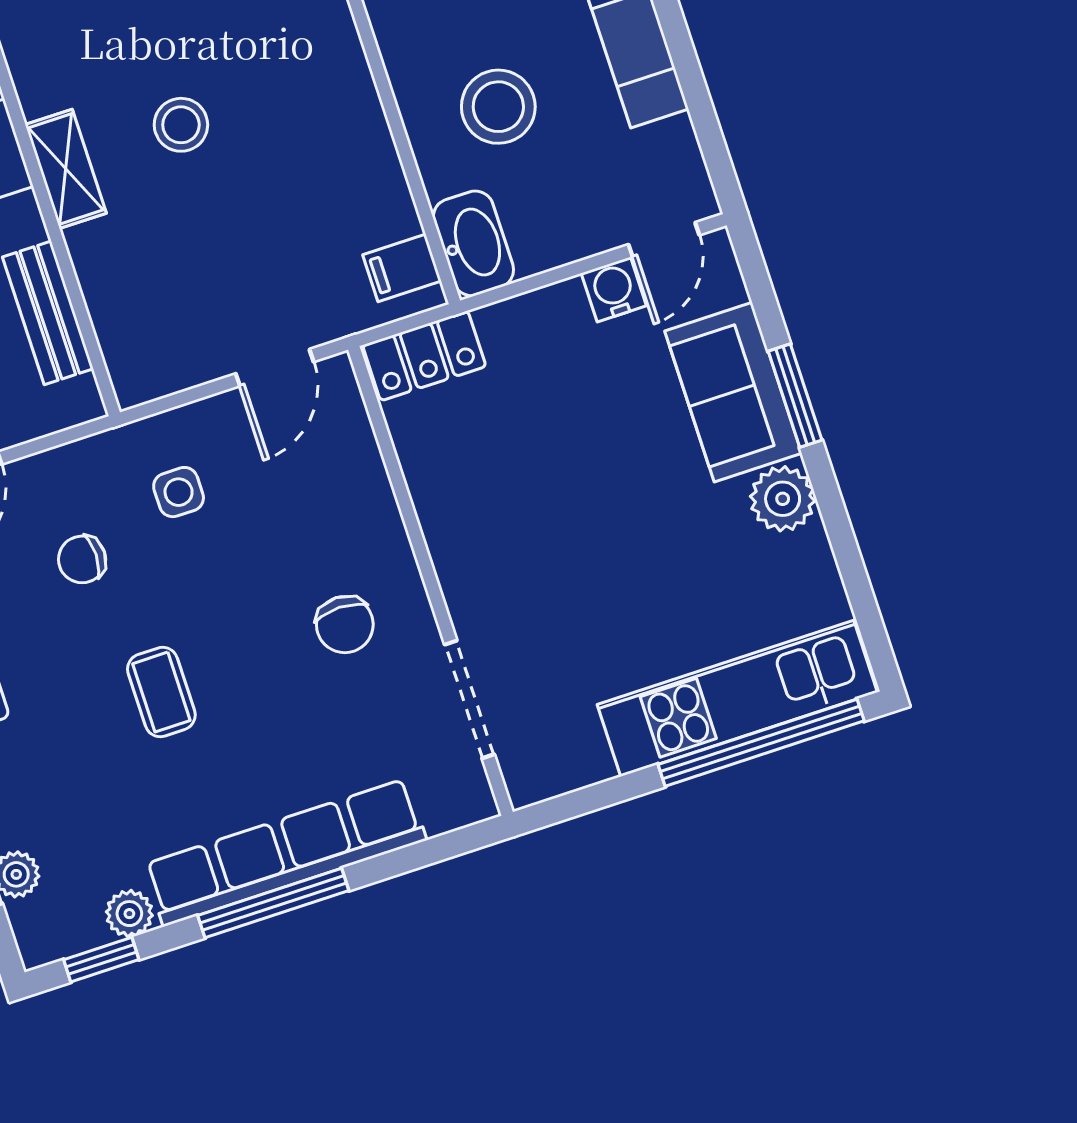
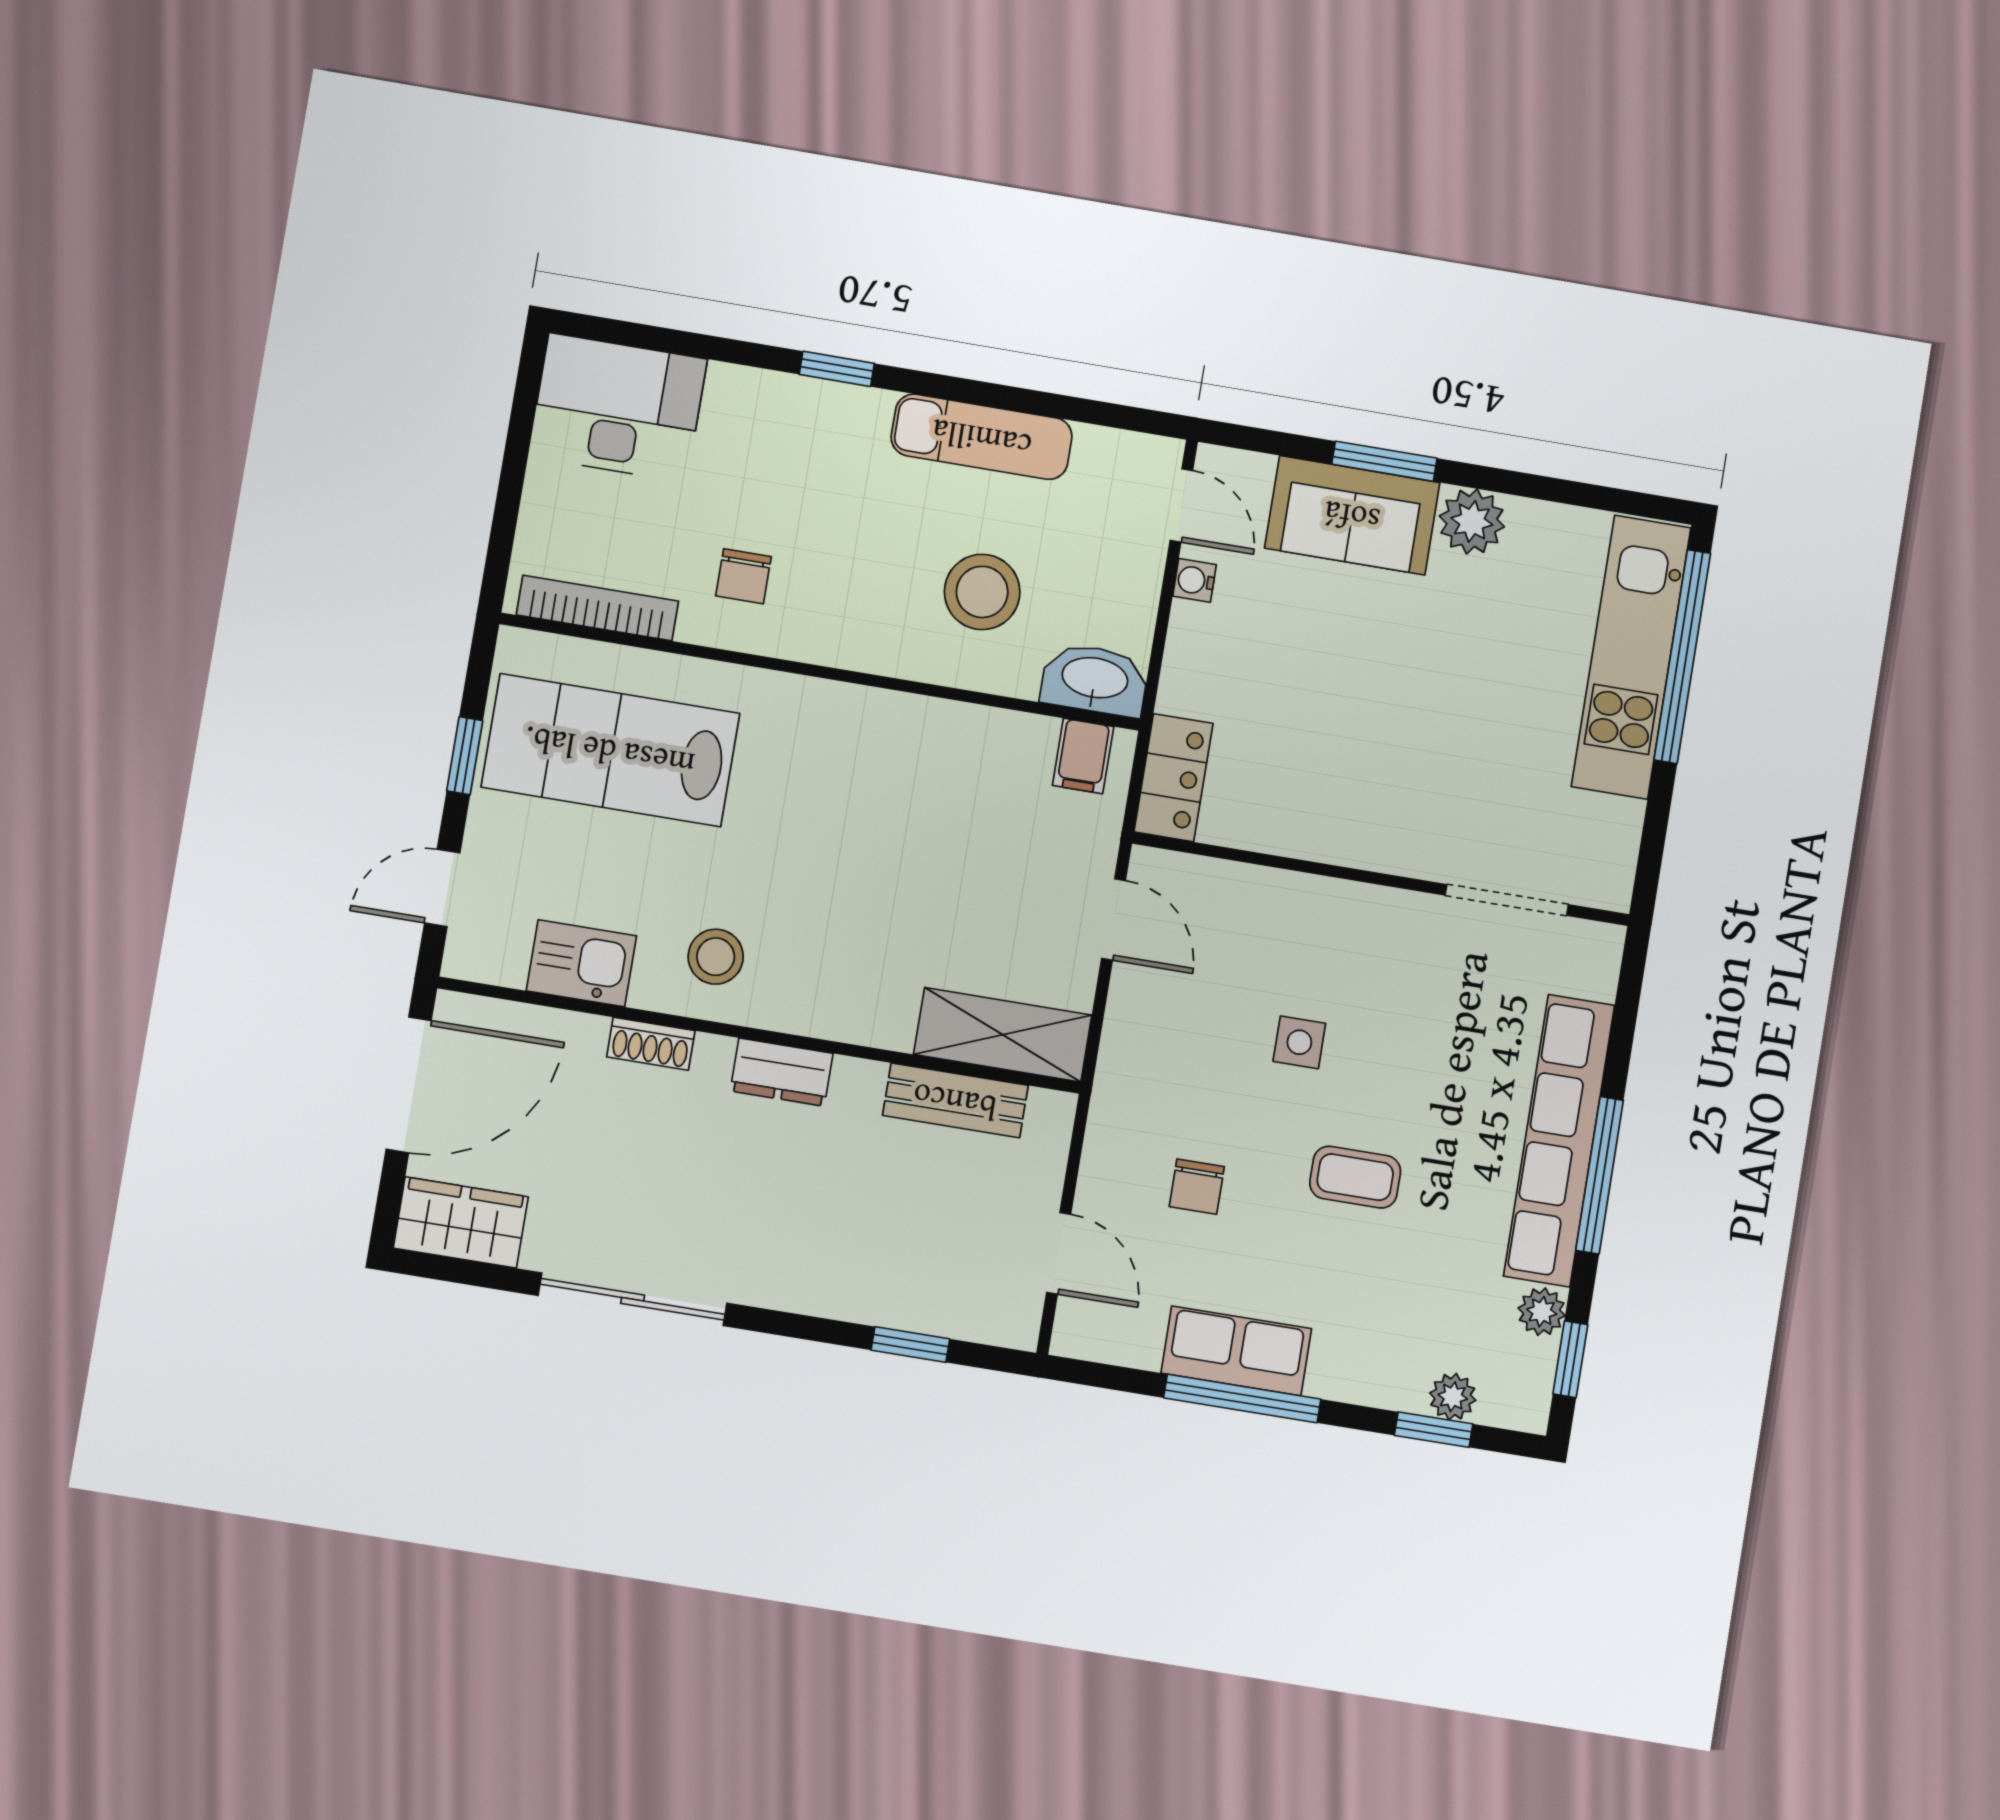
stool: (181, 125) -> (716, 957), moved
shelving: (66, 169) -> (1003, 1035), moved, width x1.50, depth x1.33
water cooler: (614, 289) -> (1195, 580), width x0.72, depth x0.72
side table: (179, 492) -> (1299, 1042), moved
chair: (345, 625) -> (1380, 978), removed

